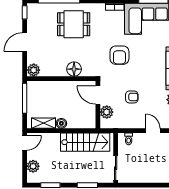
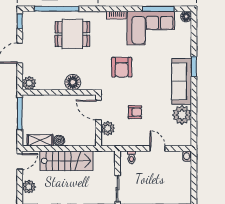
stairs: (85, 142) -> (66, 161), moved

